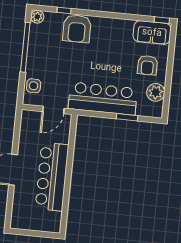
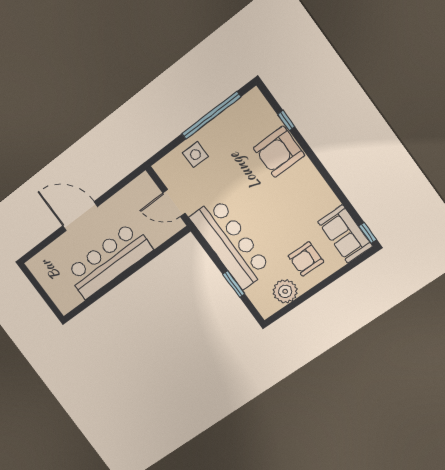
plant: (37, 17) -> (254, 98), removed
side table: (34, 86) -> (195, 154), moved

